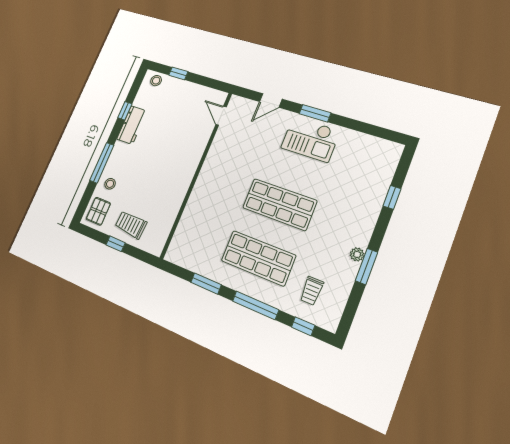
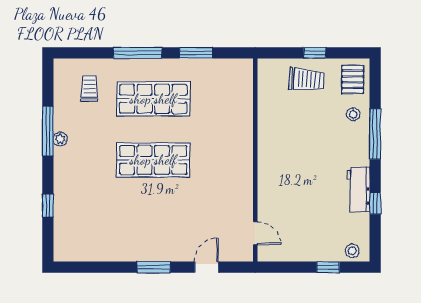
checkout: (310, 139) -> (148, 238), removed
window: (366, 266) -> (48, 131), width x1.44
window: (303, 326) -> (85, 53), removed

